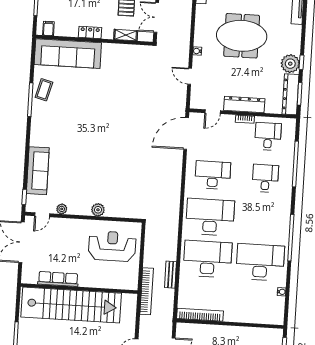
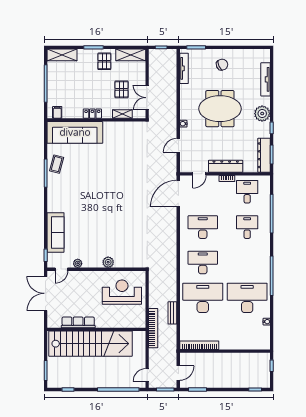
plant: (290, 64) -> (262, 114), moved
door: (190, 76) -> (178, 145), hinge flipped
desk: (210, 217) -> (203, 263), width x0.73, depth x0.77

